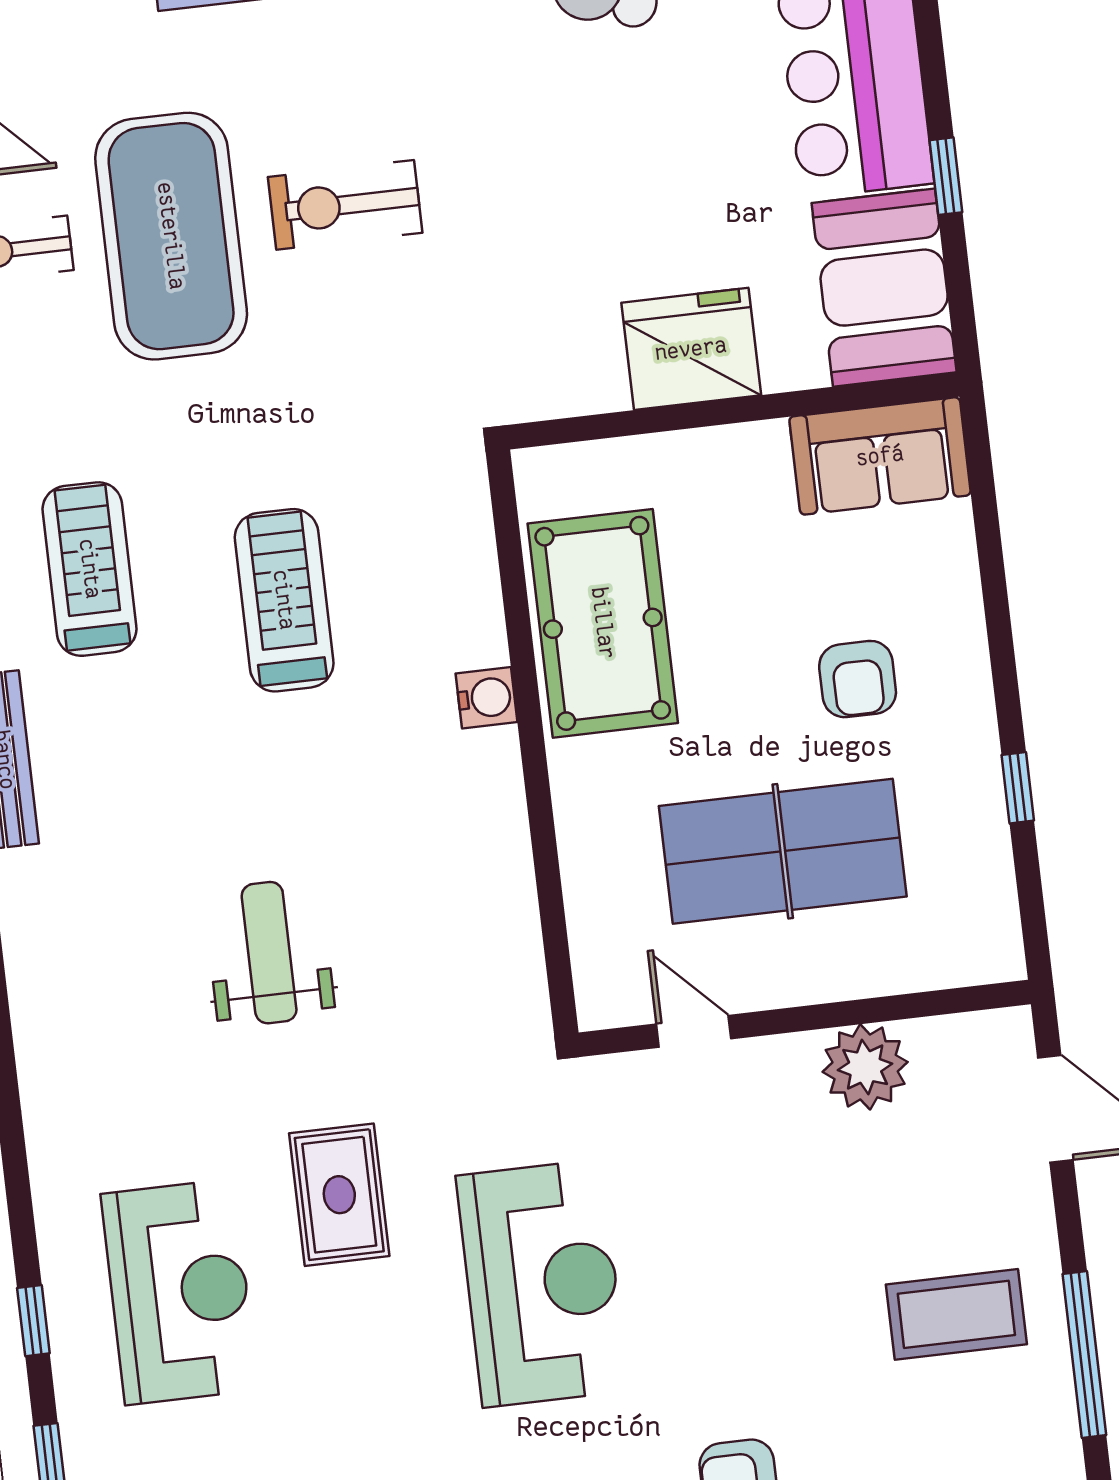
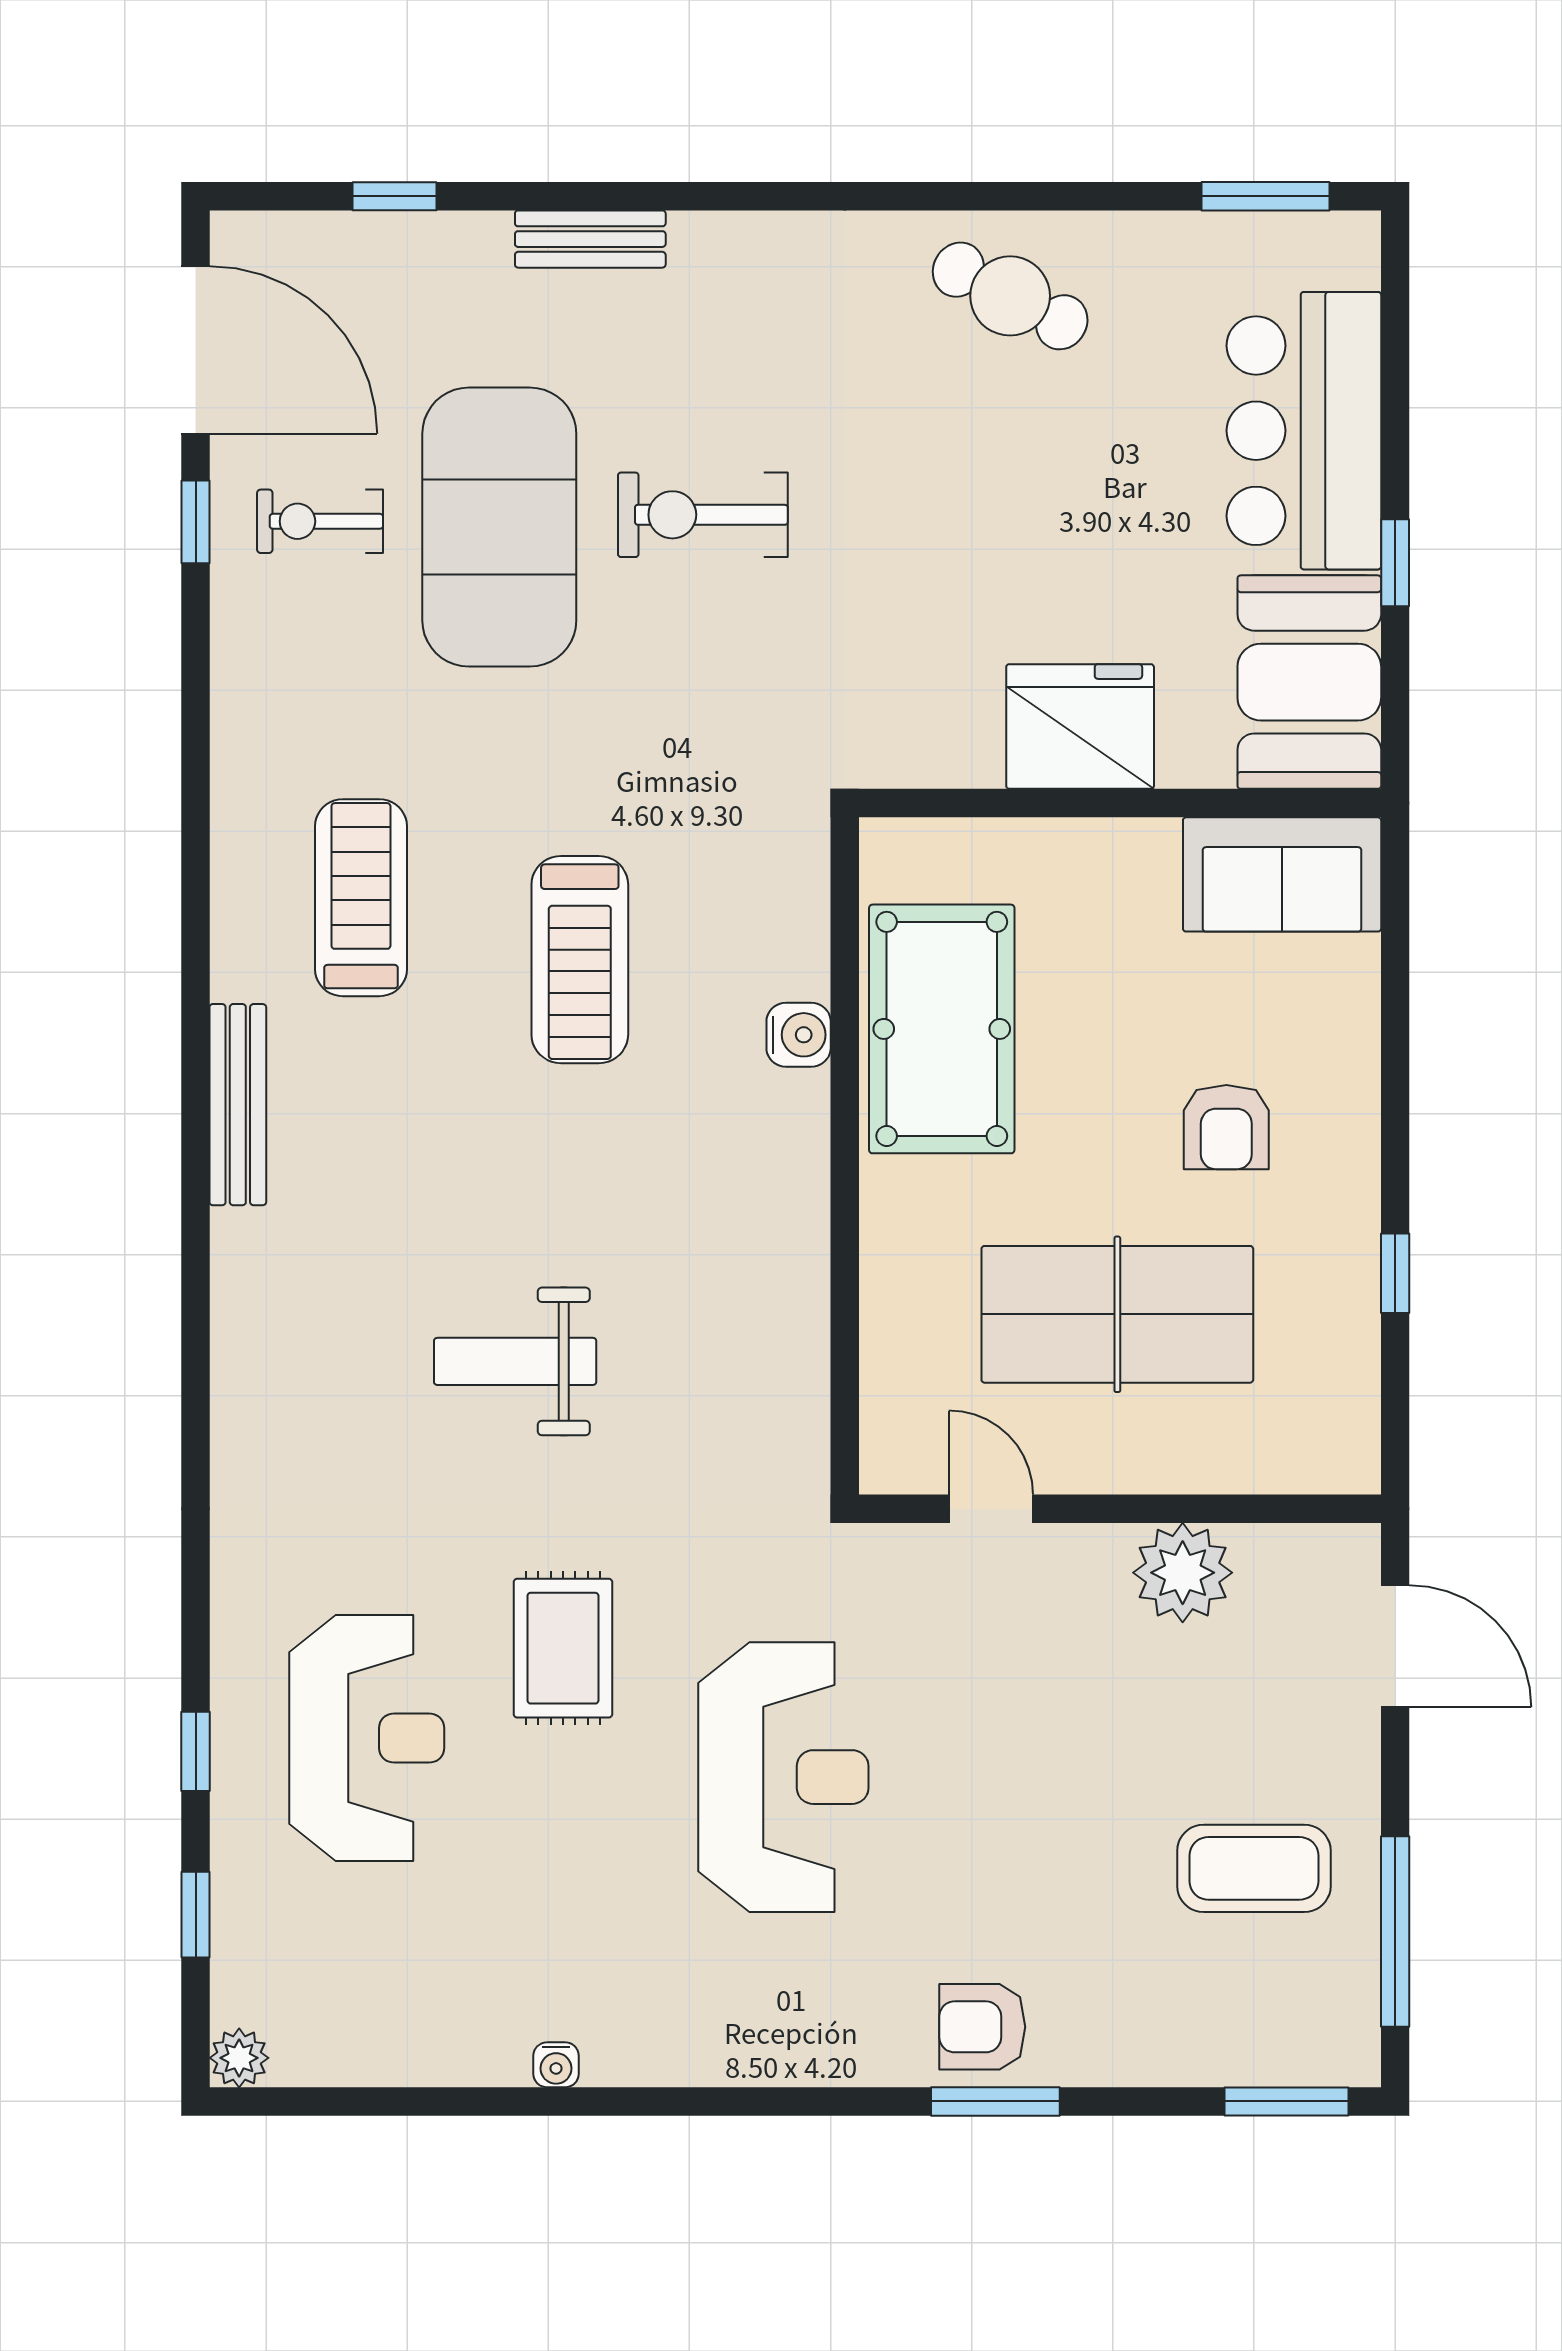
treadmill: (284, 600) -> (580, 960), turned 180
water cooler: (487, 698) -> (799, 1035), moved
weight bench: (269, 953) -> (515, 1361), turned -90

